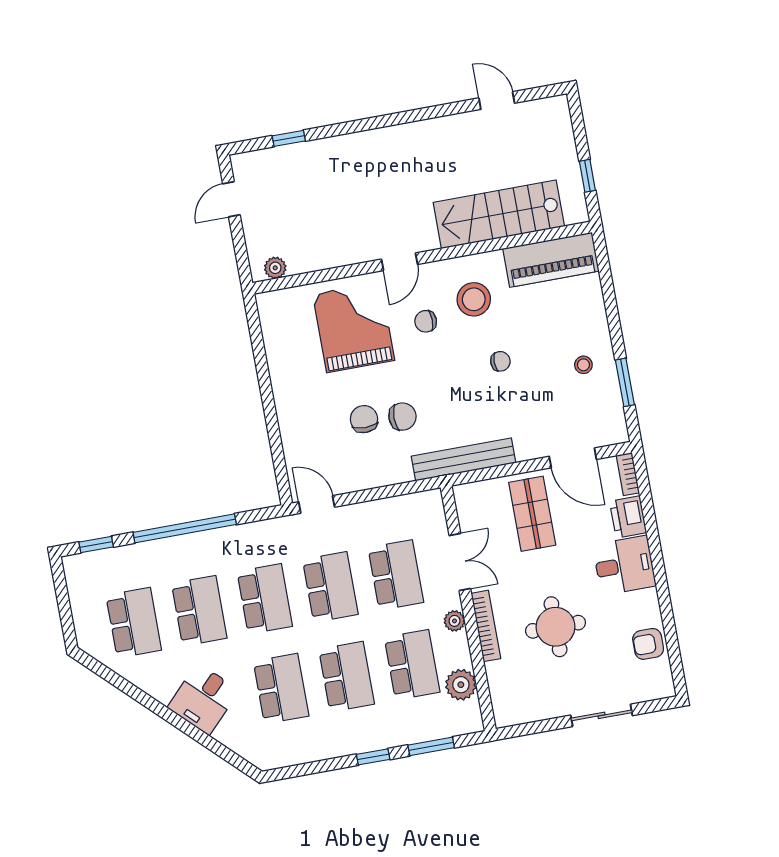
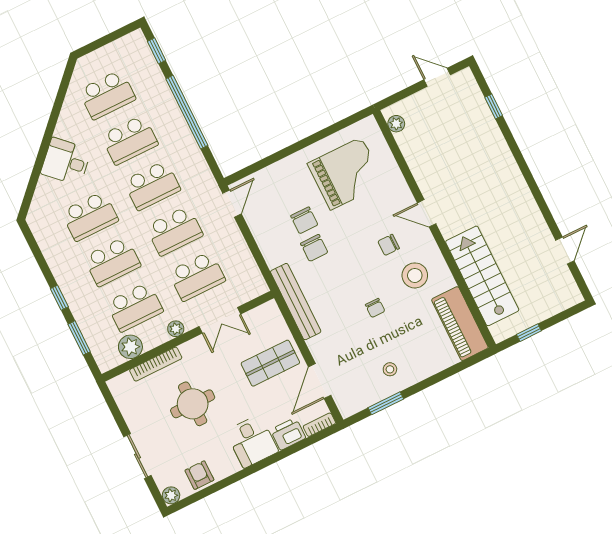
chair: (426, 321) -> (389, 245), turned -90
grand piano: (354, 327) -> (346, 173), moved
chair: (364, 419) -> (304, 220), turned 90
bookcase: (486, 626) -> (156, 364), moved
plant: (663, 687) -> (171, 495), added

